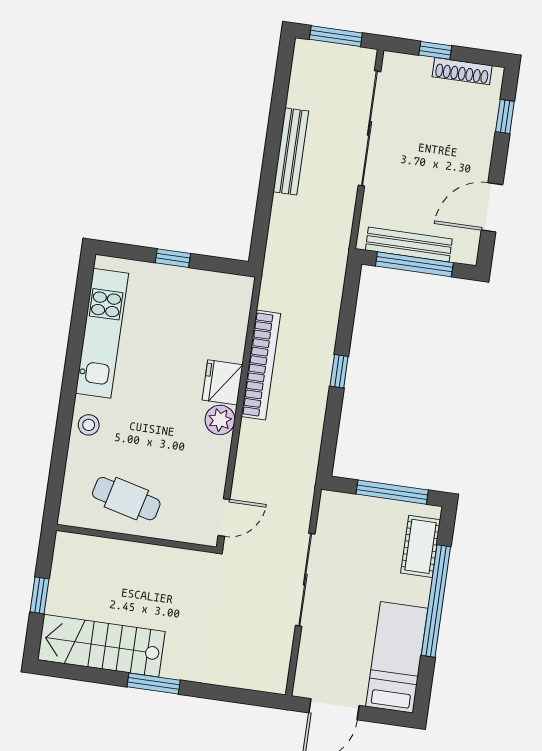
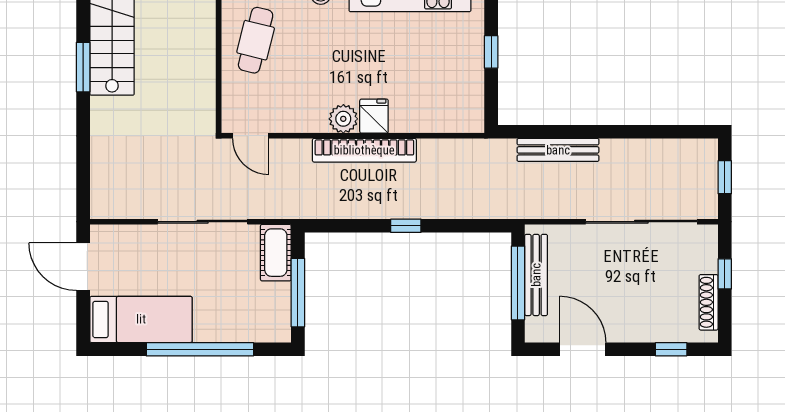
window: (336, 36) -> (725, 177), width x0.67
bench: (291, 151) -> (558, 150), moved
bookcase: (261, 365) -> (364, 150), moved
fridge: (222, 382) -> (374, 116), width x0.72
cot: (421, 546) -> (276, 253), moved, turned 90
window: (154, 683) -> (83, 67), moved

